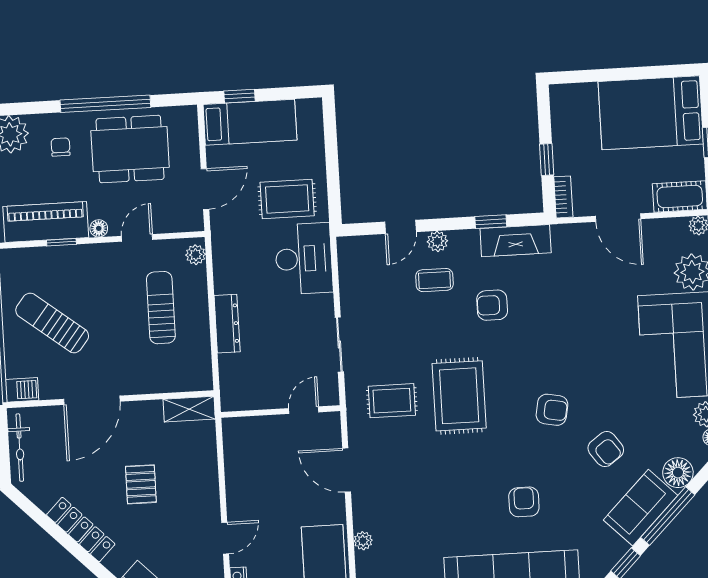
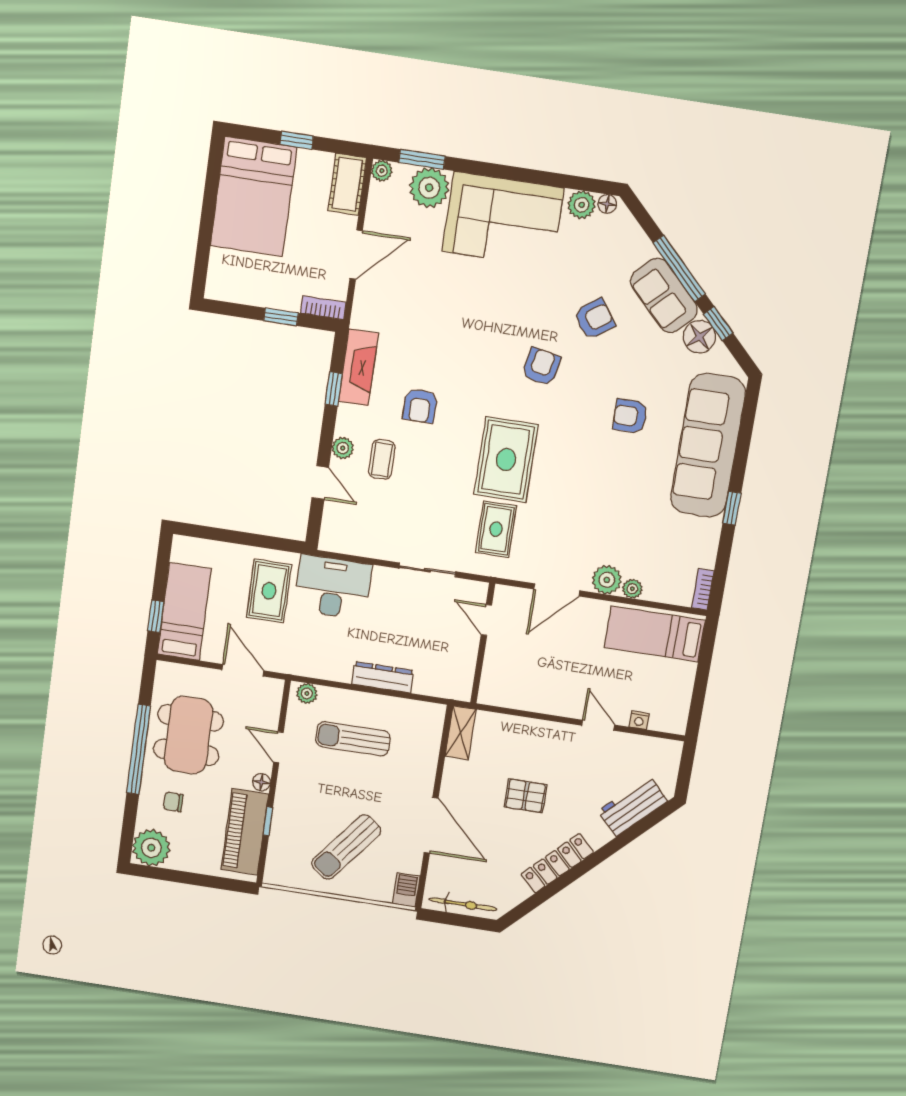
rug: (459, 396) -> (506, 460), turned 90
floor lamp: (678, 473) -> (699, 337), moved
plant: (366, 515) -> (607, 580), added

